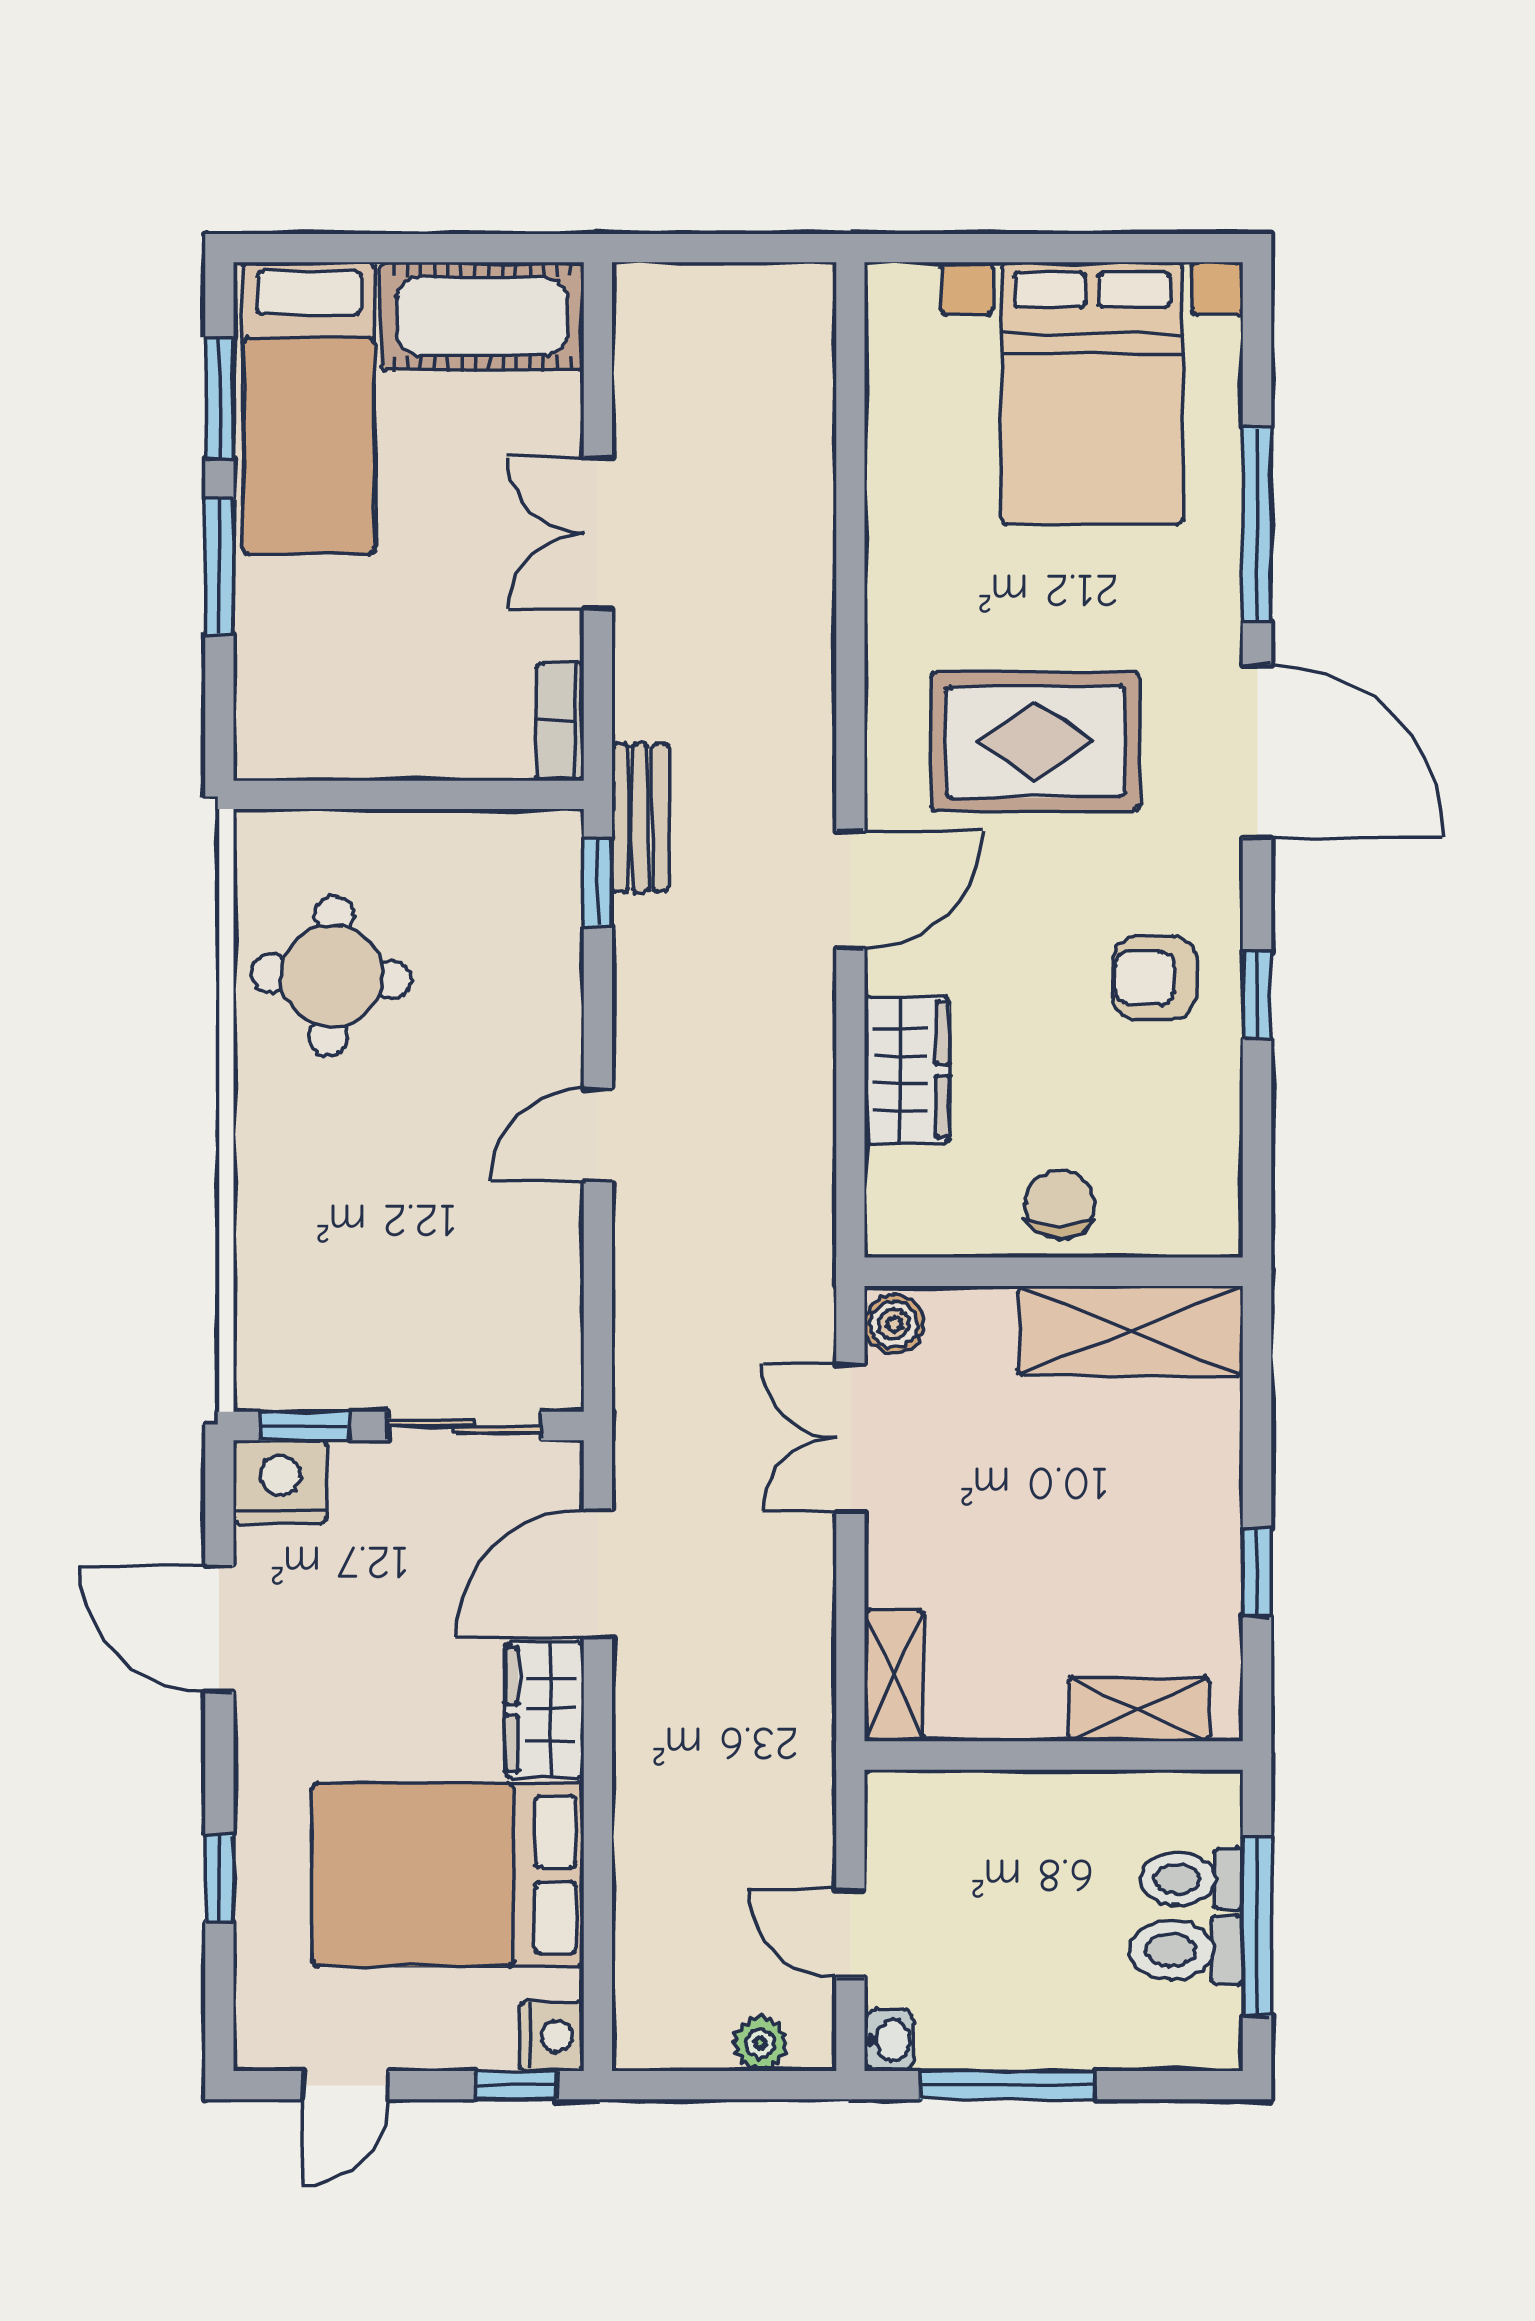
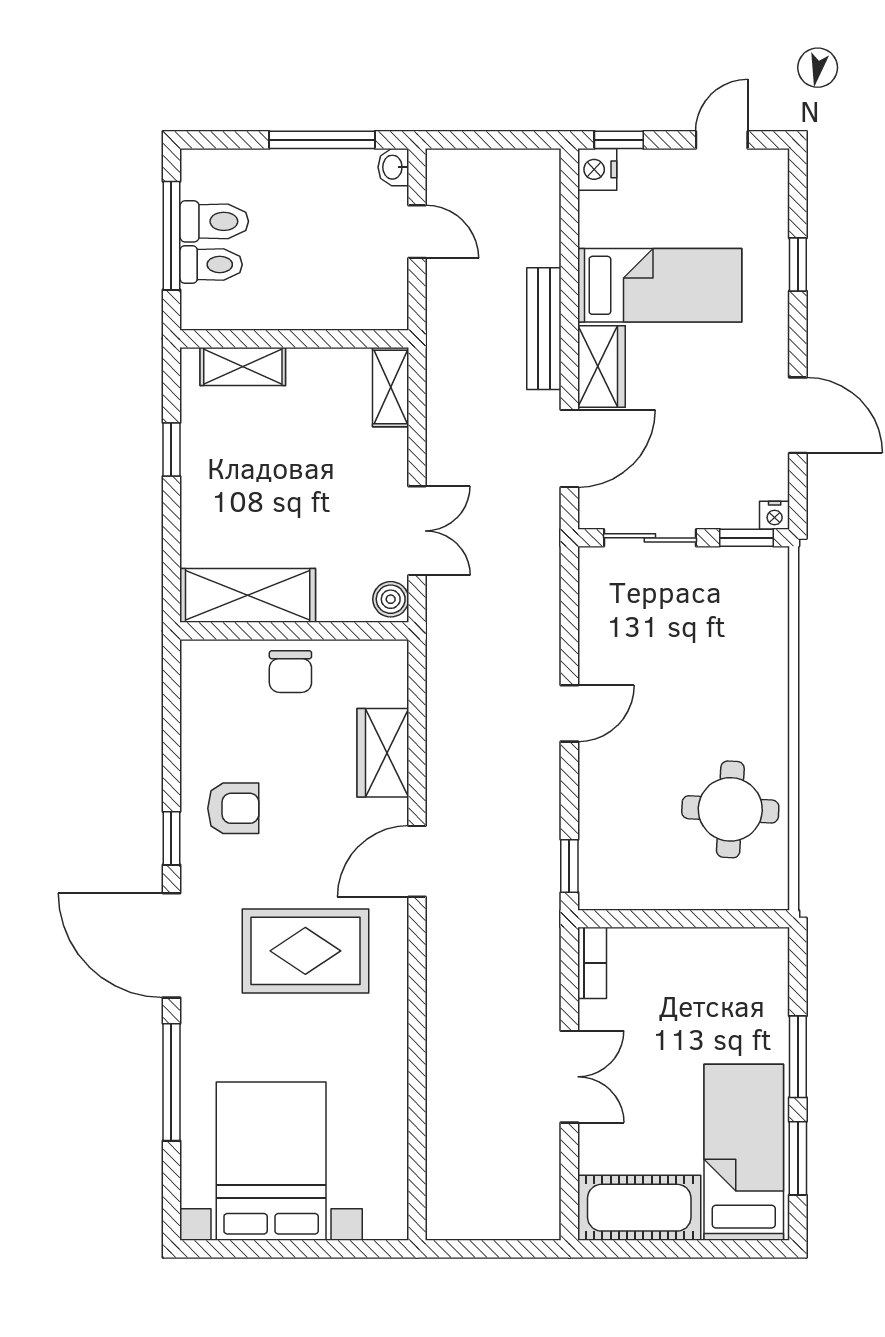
bench: (640, 818) -> (544, 329), moved, width x1.36
window: (1257, 995) -> (171, 838), moved
nightstand: (280, 1482) -> (775, 515), width x0.53, depth x0.56
bed: (448, 1875) -> (660, 285), width x0.67
plant: (760, 2043) -> (471, 165), removed

